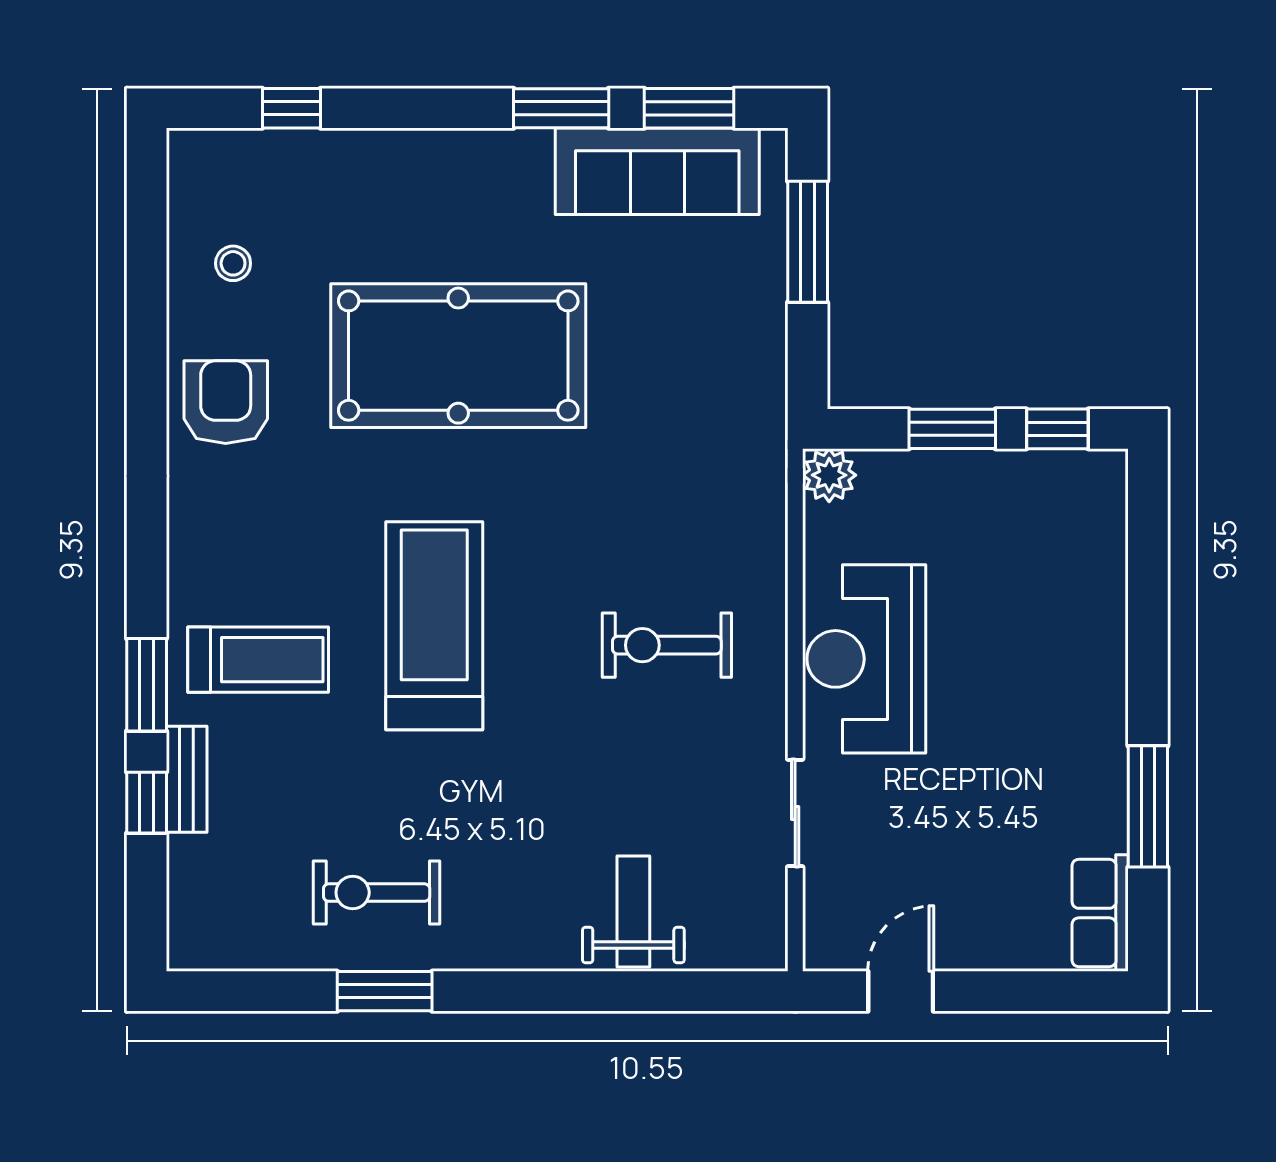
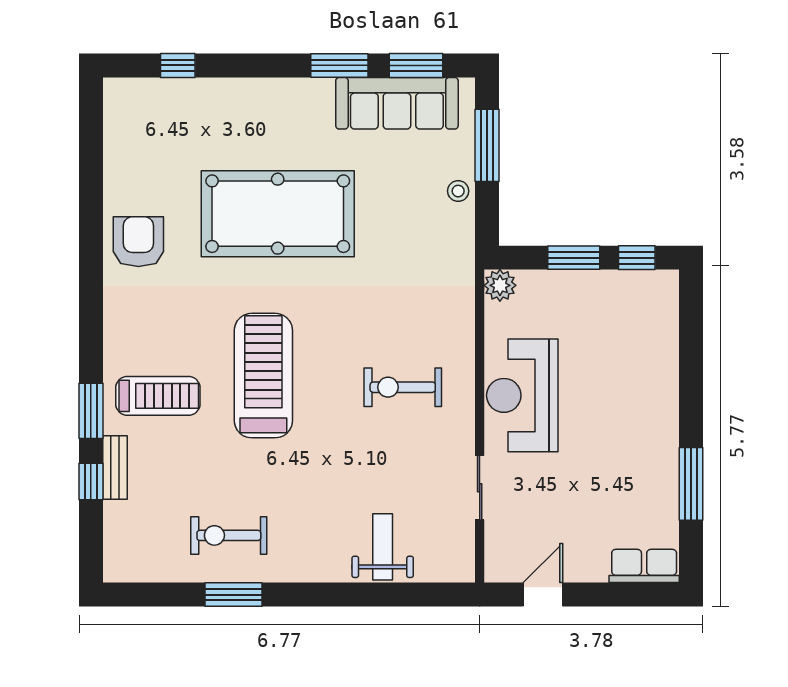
stool: (233, 263) -> (458, 191), moved
row of seats: (1100, 913) -> (644, 566), moved, turned 90

